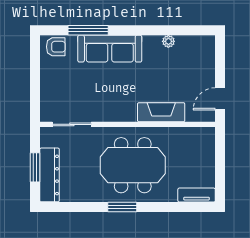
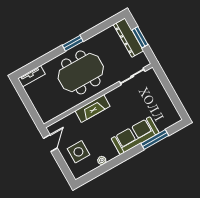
armchair: (56, 47) -> (169, 118), removed
side table: (191, 68) -> (78, 152), added
fireplace: (161, 112) -> (93, 109), moved

